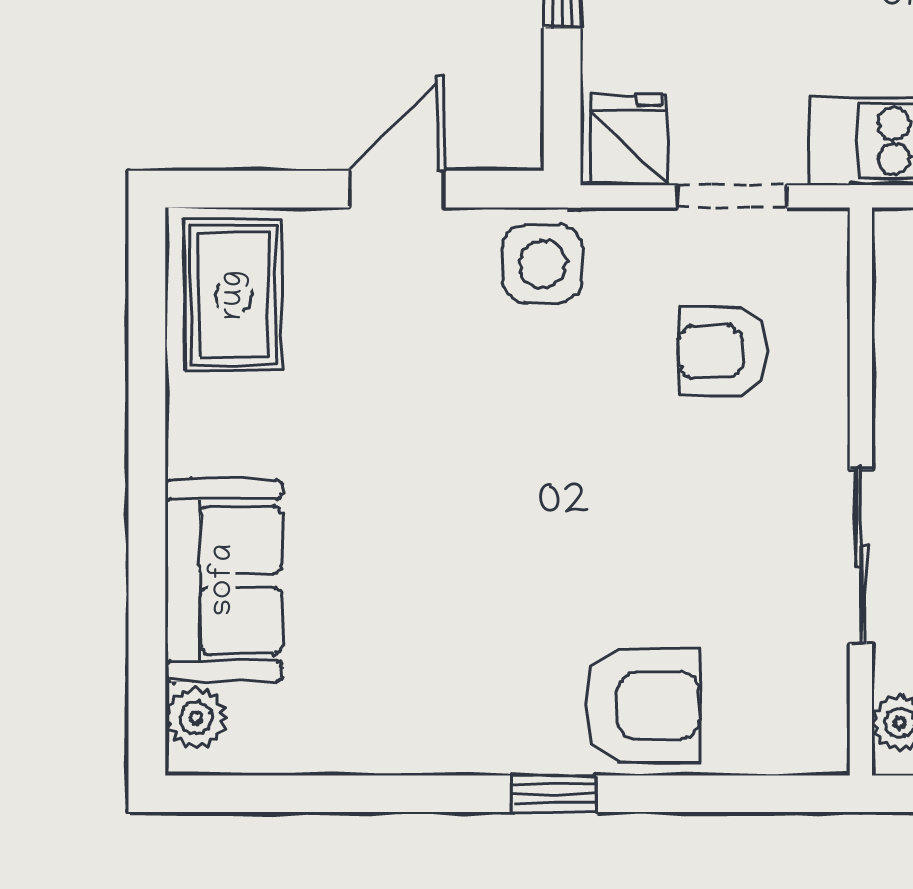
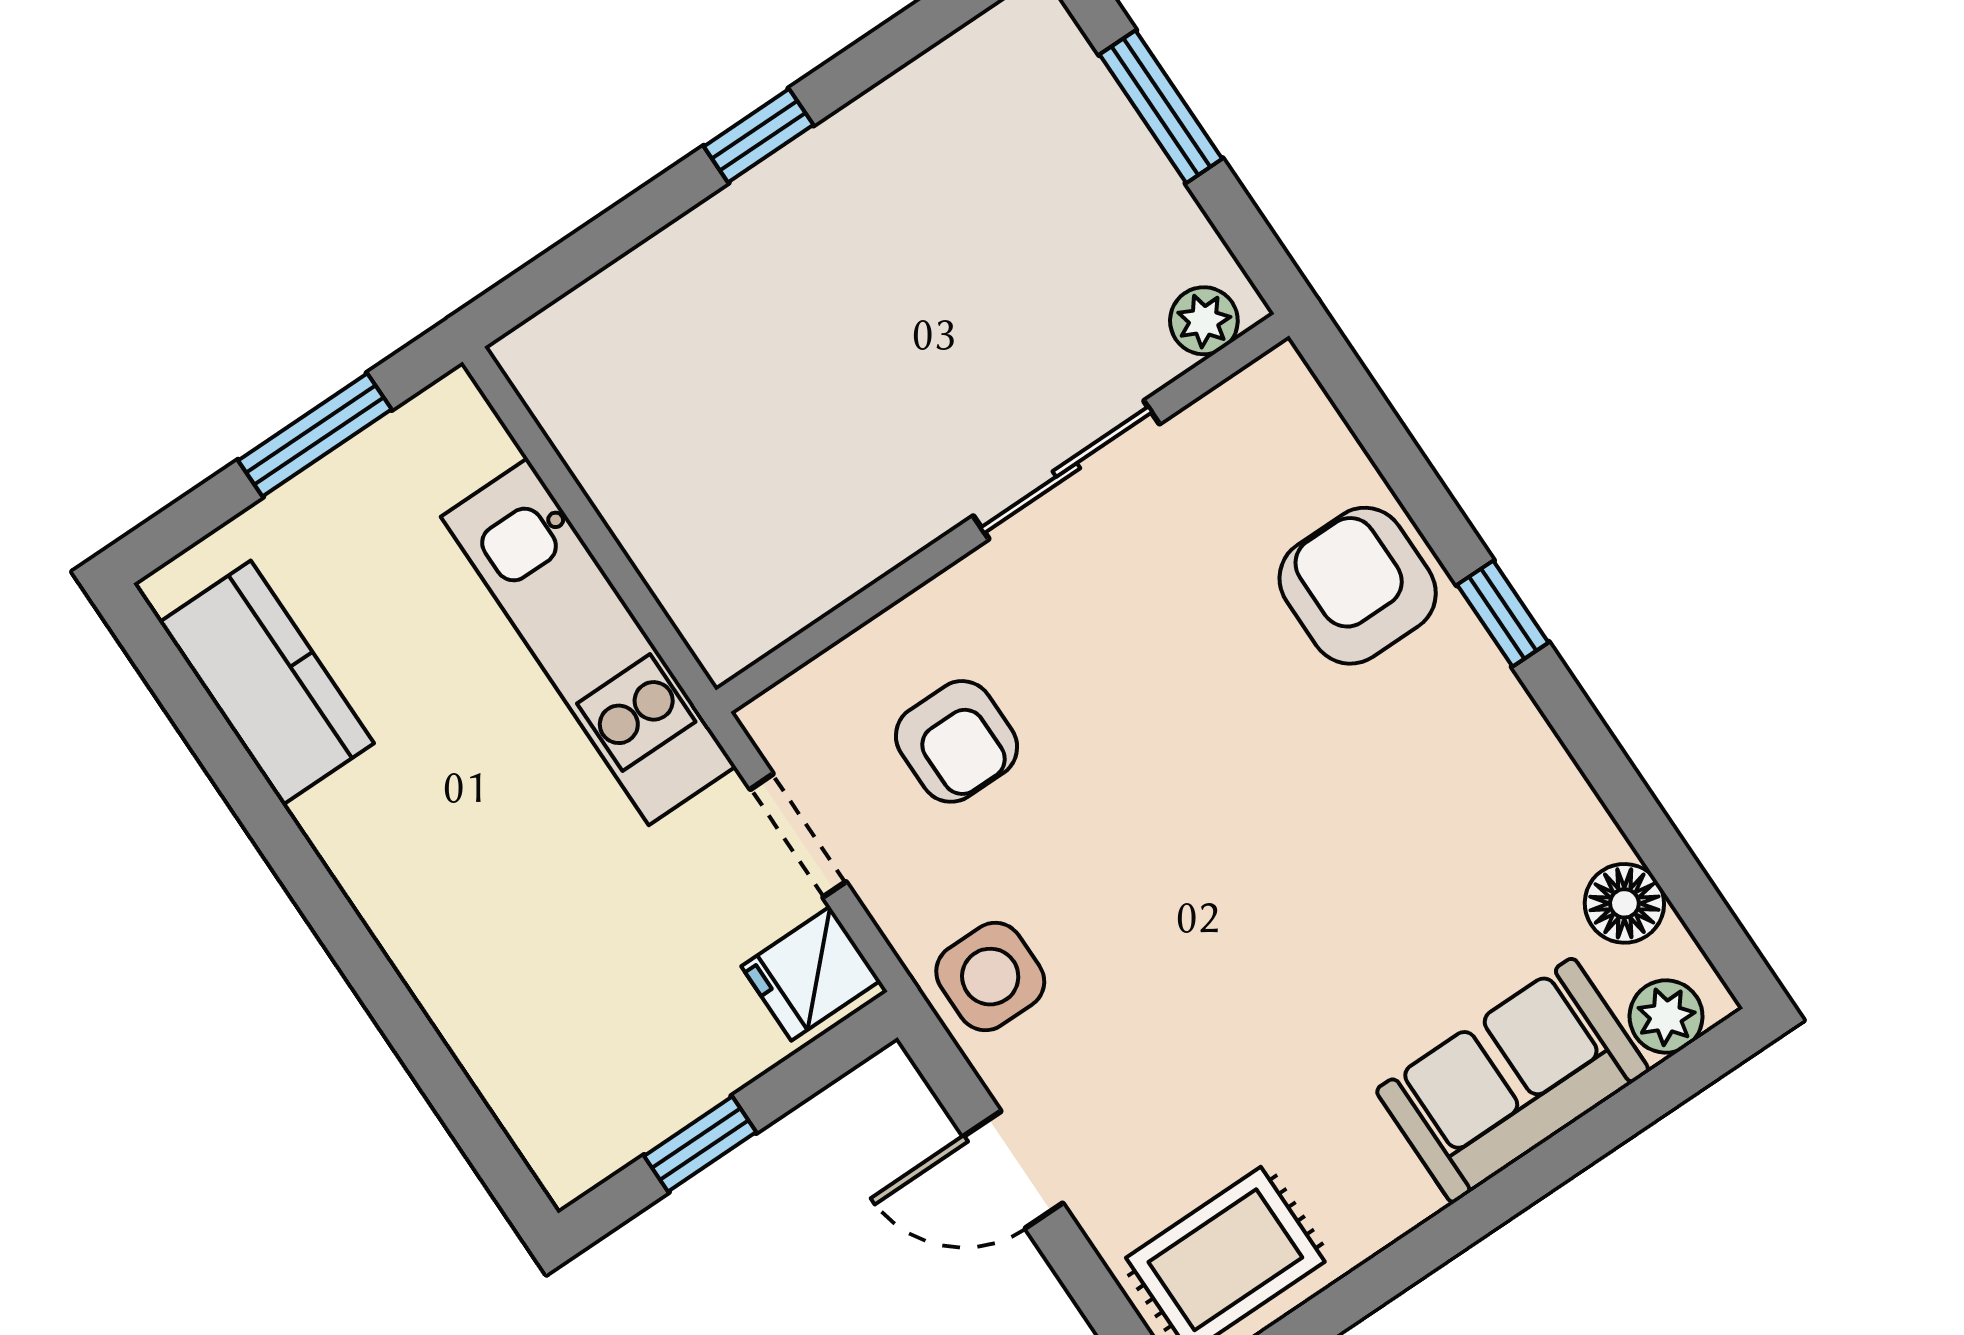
floor lamp: (295, 742) -> (1624, 903), added

